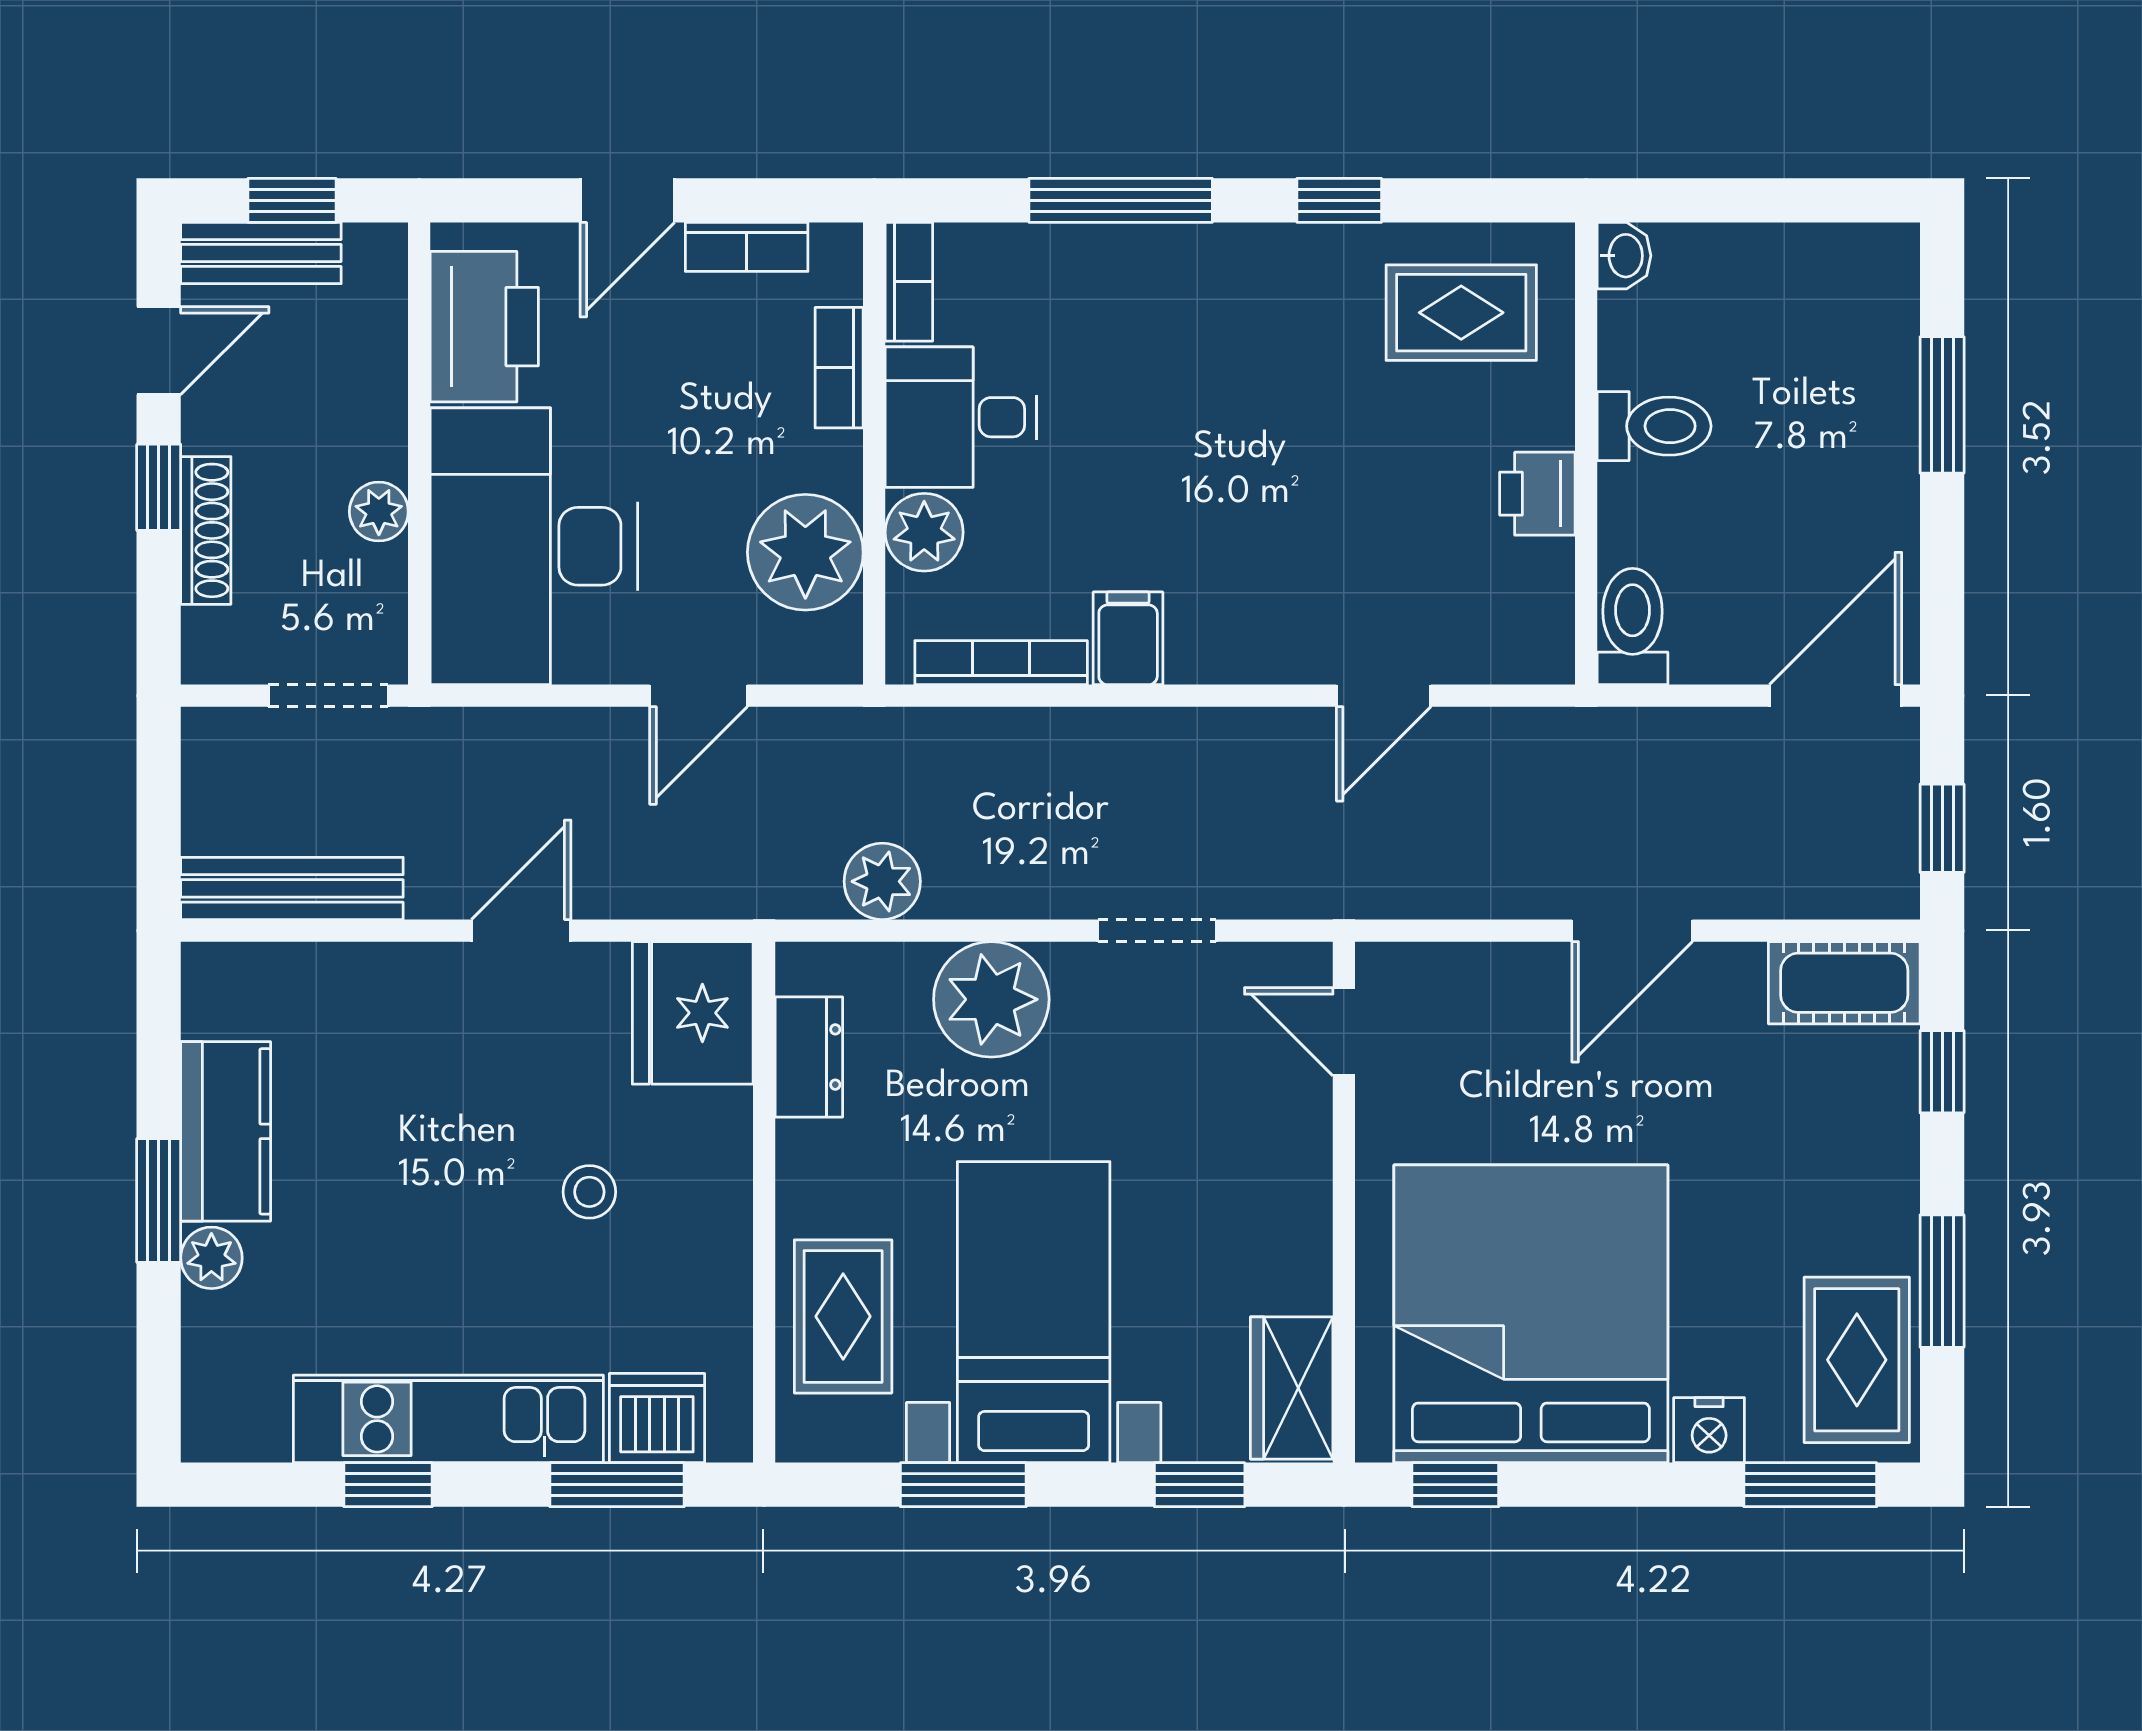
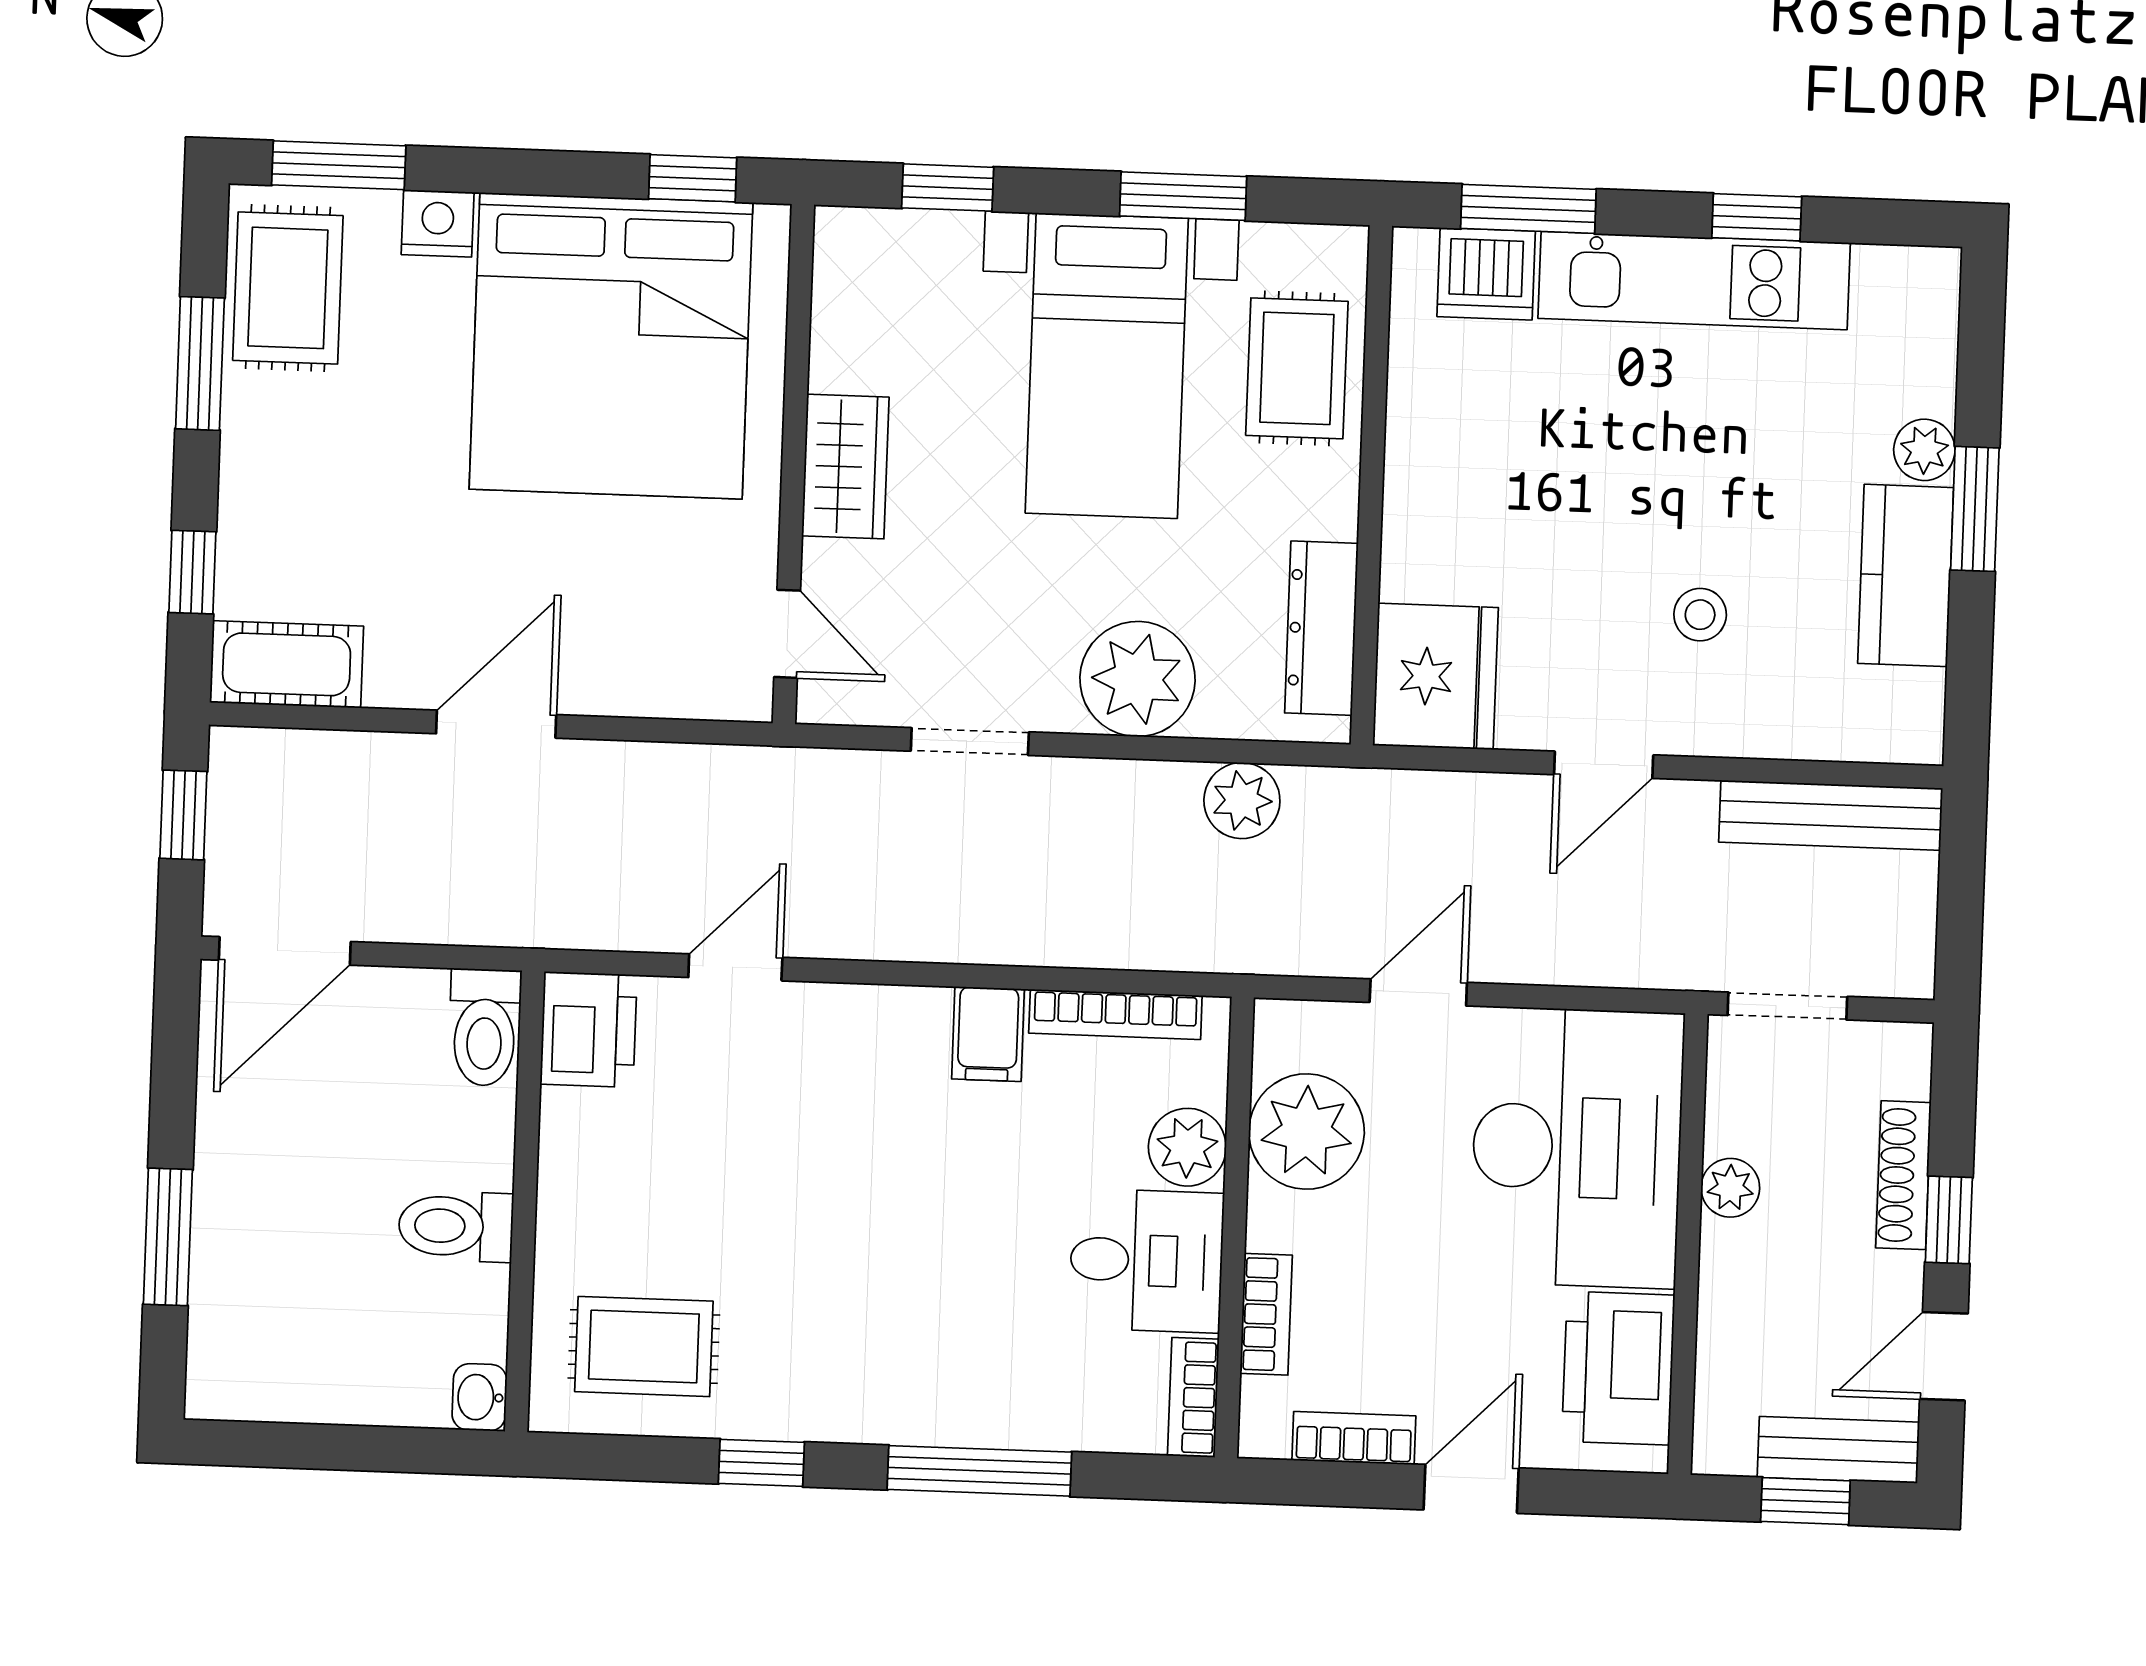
printer: (1537, 494) -> (589, 1029), moved, width x1.36, depth x1.24
dresser: (809, 1057) -> (1321, 628), width x1.44
stool: (589, 1192) -> (1700, 615), moved
wardrobe: (1292, 1388) -> (845, 467), moved

